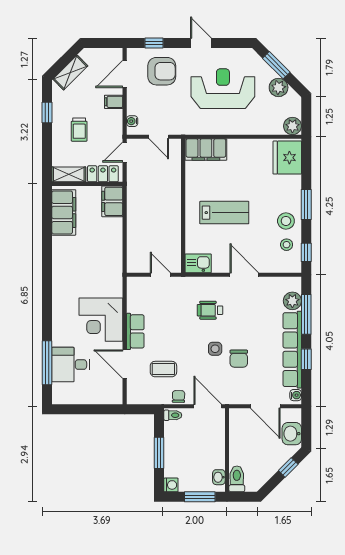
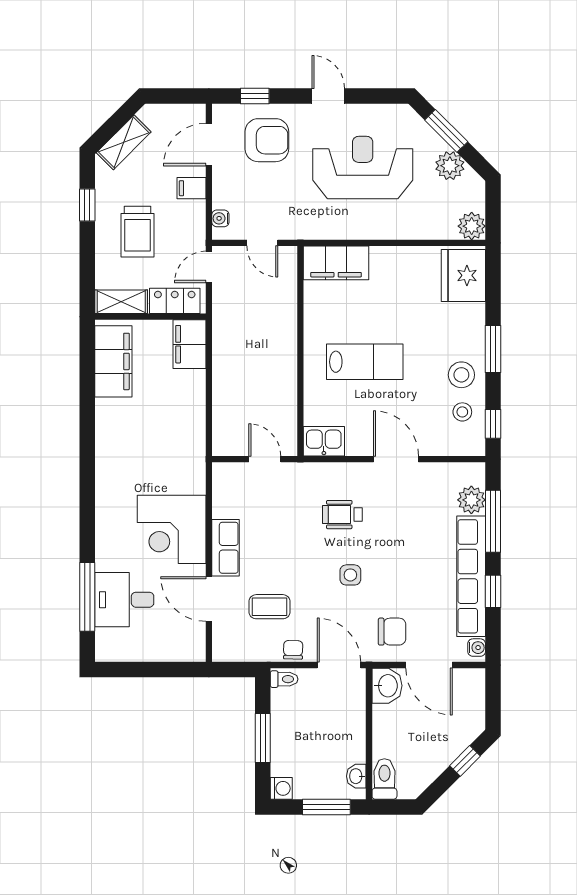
trolley: (79, 130) -> (138, 232), width x1.36, depth x1.39
chair: (239, 359) -> (392, 632), moved, turned -90
washbasin: (292, 434) -> (387, 686), moved, turned 180

